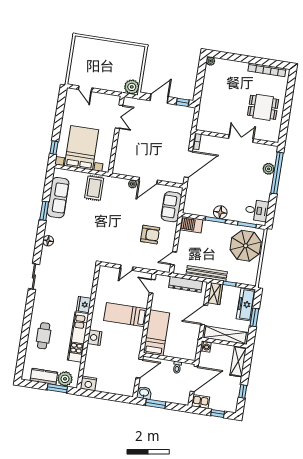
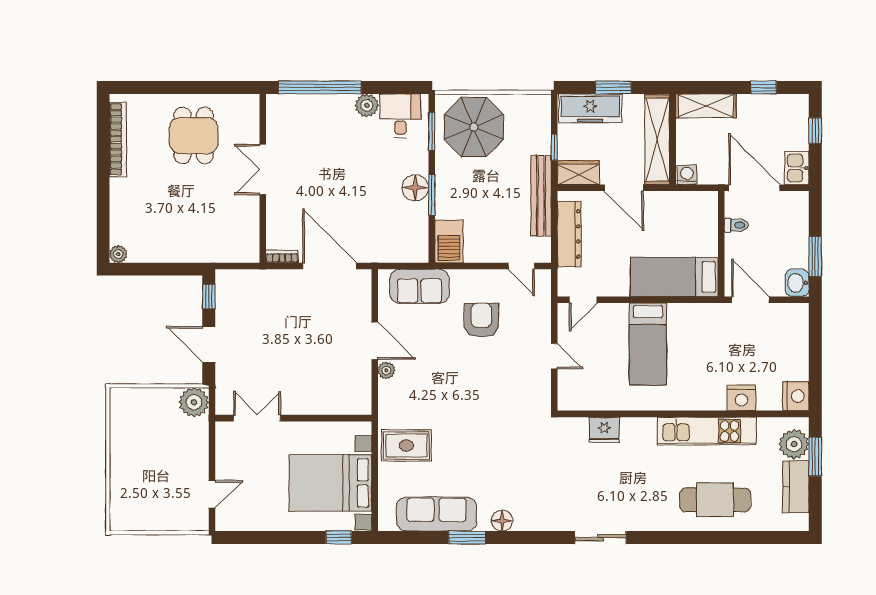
plant: (269, 169) -> (367, 105), moved
floor lamp: (48, 241) -> (502, 521), moved
fridge: (84, 305) -> (604, 430), moved
cafe table: (44, 336) -> (715, 500), width x1.37, depth x1.35
nightstand: (95, 338) -> (742, 398), moved

